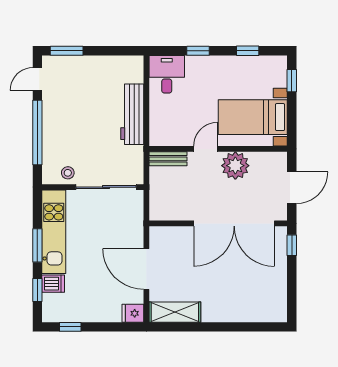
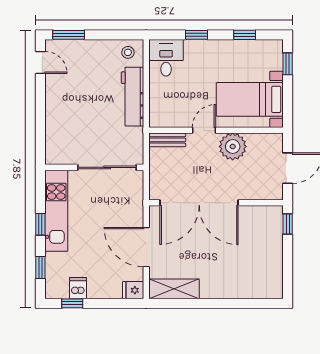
door: (37, 79) -> (40, 62), swing flipped
window: (37, 132) -> (40, 114), removed
stool: (68, 173) -> (128, 52), moved
double door: (234, 223) -> (199, 203), moved
window: (37, 245) -> (40, 224), width x0.67
dishwasher: (53, 284) -> (78, 288), moved, turned -90

